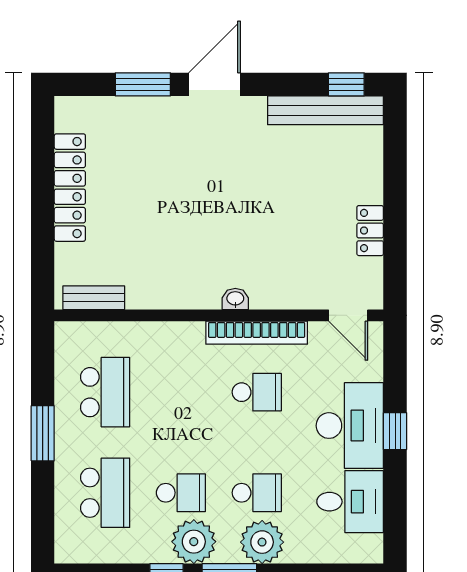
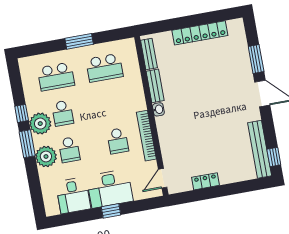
bench: (160, 297) -> (155, 86), added
washbasin: (235, 299) -> (158, 109), moved

